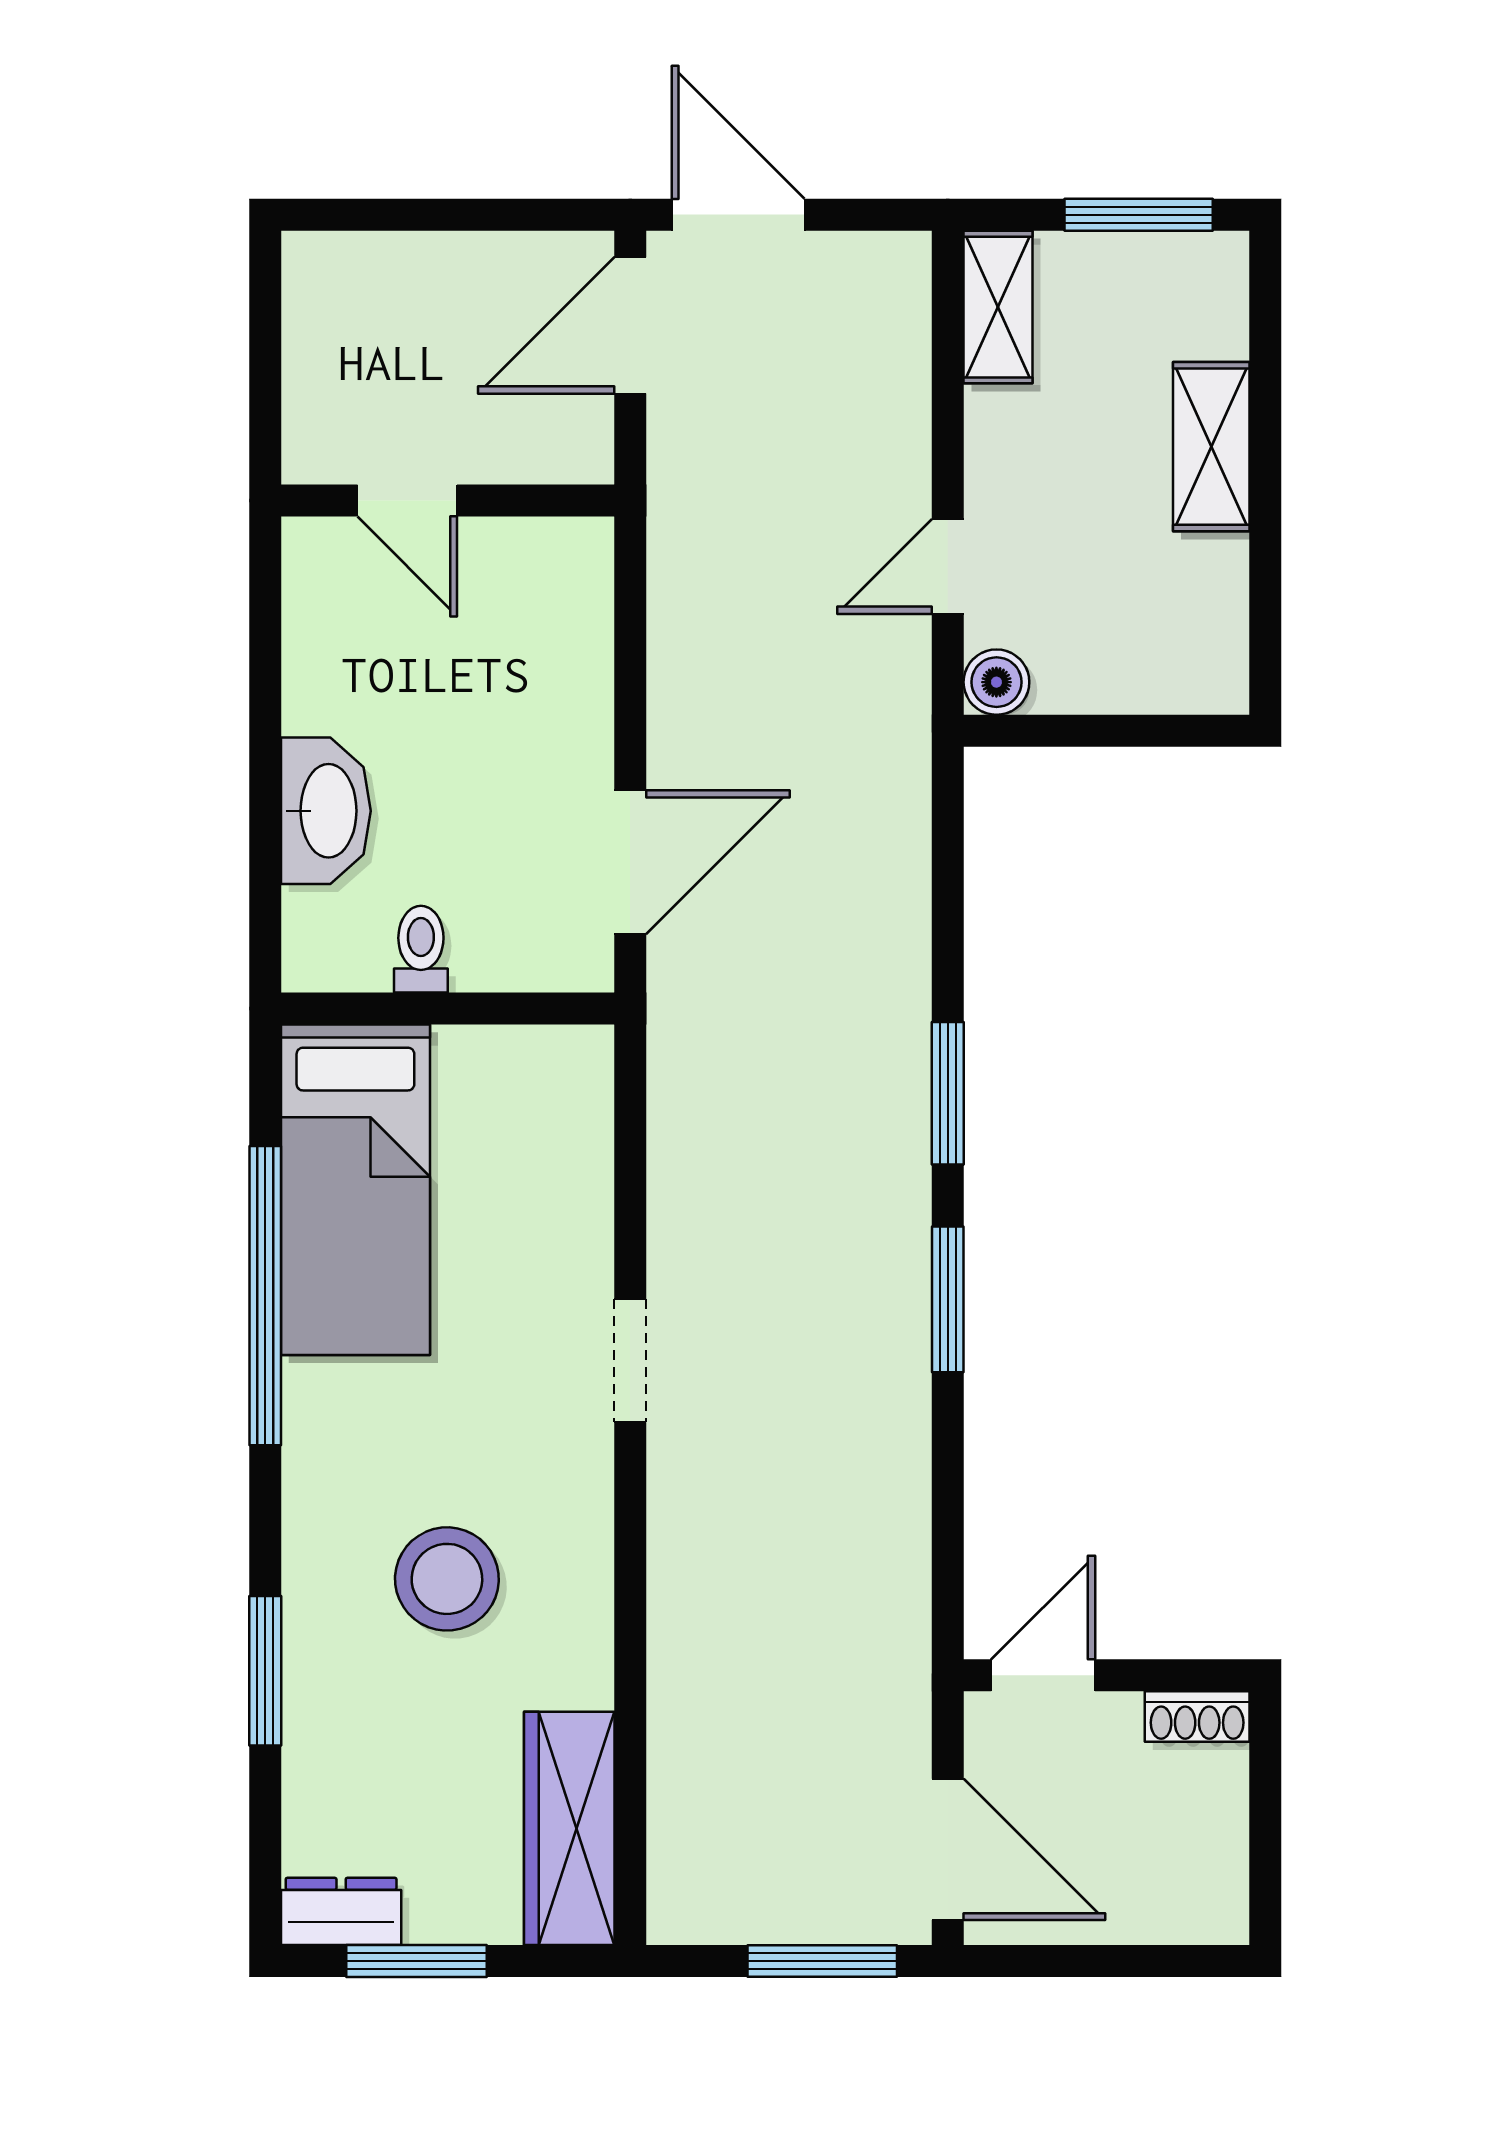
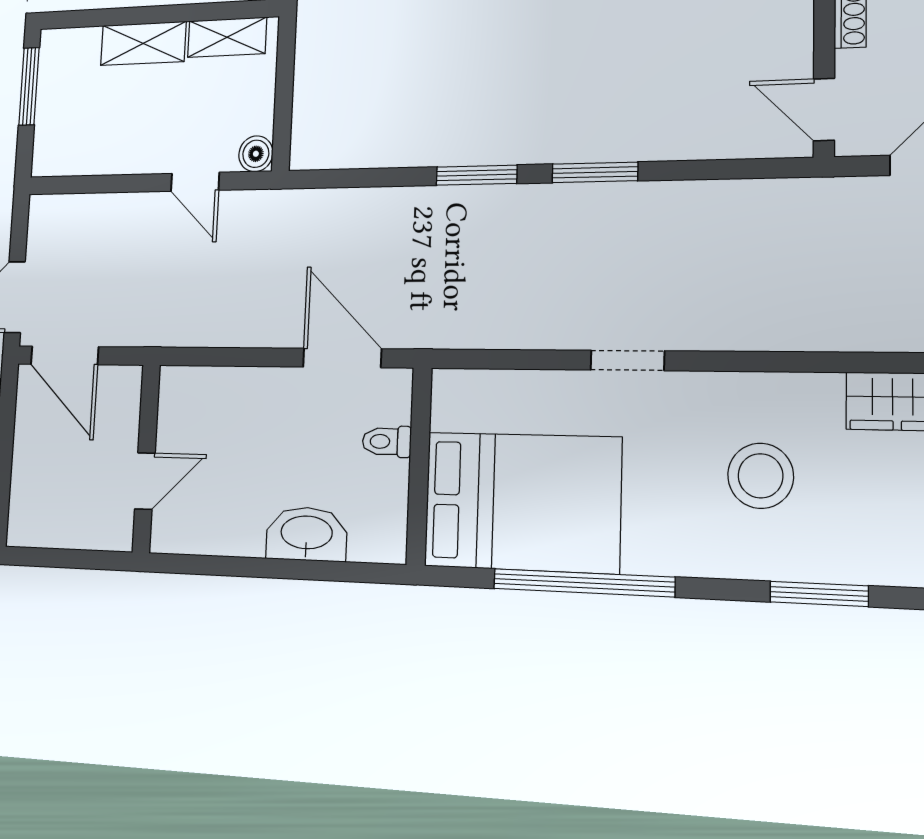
shelving: (998, 307) -> (227, 37), moved
toilet: (421, 949) -> (387, 442), moved
bed: (355, 1190) -> (522, 502), width x1.50

